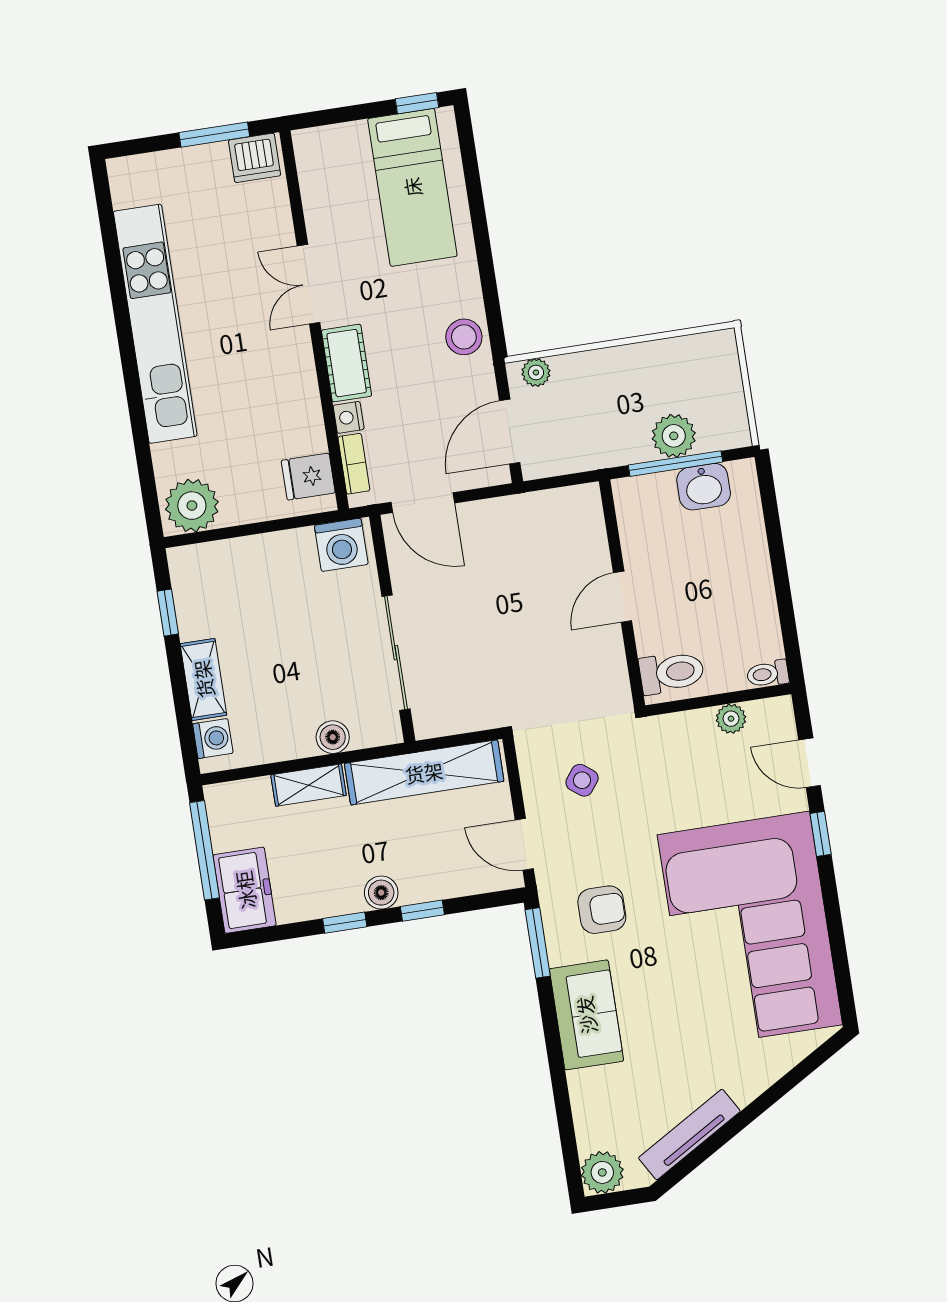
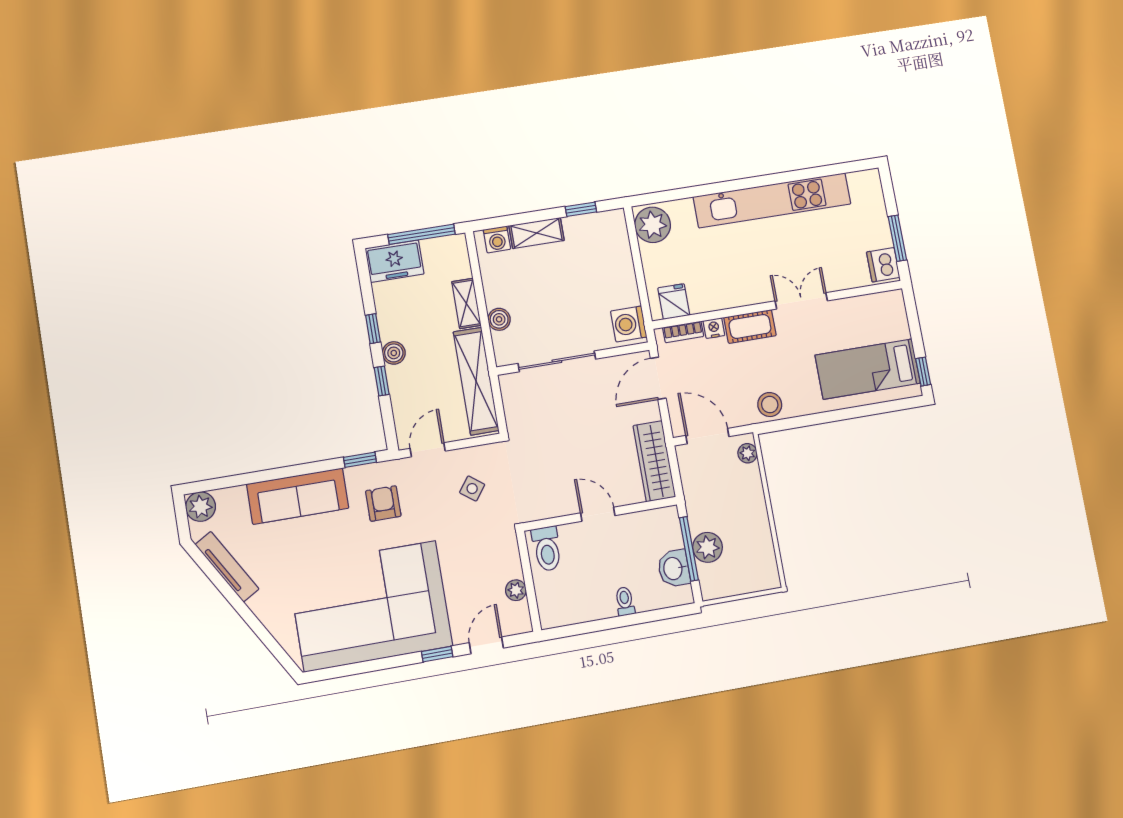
wardrobe: (546, 512) -> (654, 461), added
toilet: (768, 674) -> (625, 601), moved
armchair: (602, 910) -> (383, 503), turned 180
window: (538, 943) -> (360, 460), width x0.67
sofa: (586, 1015) -> (298, 496), width x1.36

